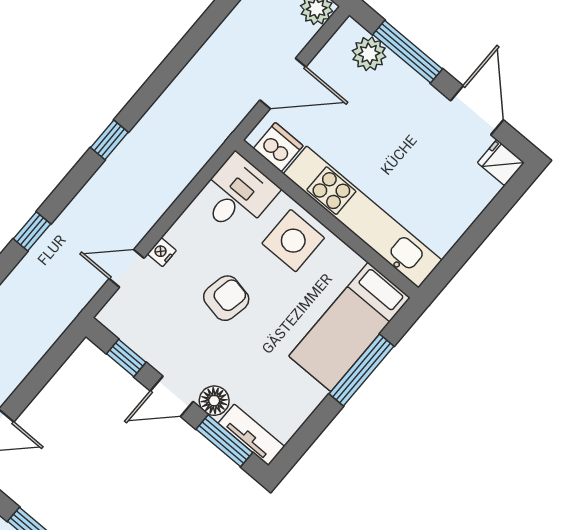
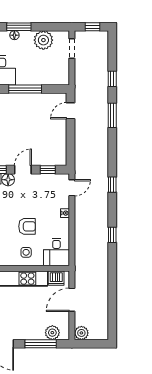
side table: (293, 241) -> (26, 252), width x0.54, depth x0.54
door: (127, 268) -> (72, 188), moved
armchair: (226, 298) -> (27, 226), moved, turned -101

